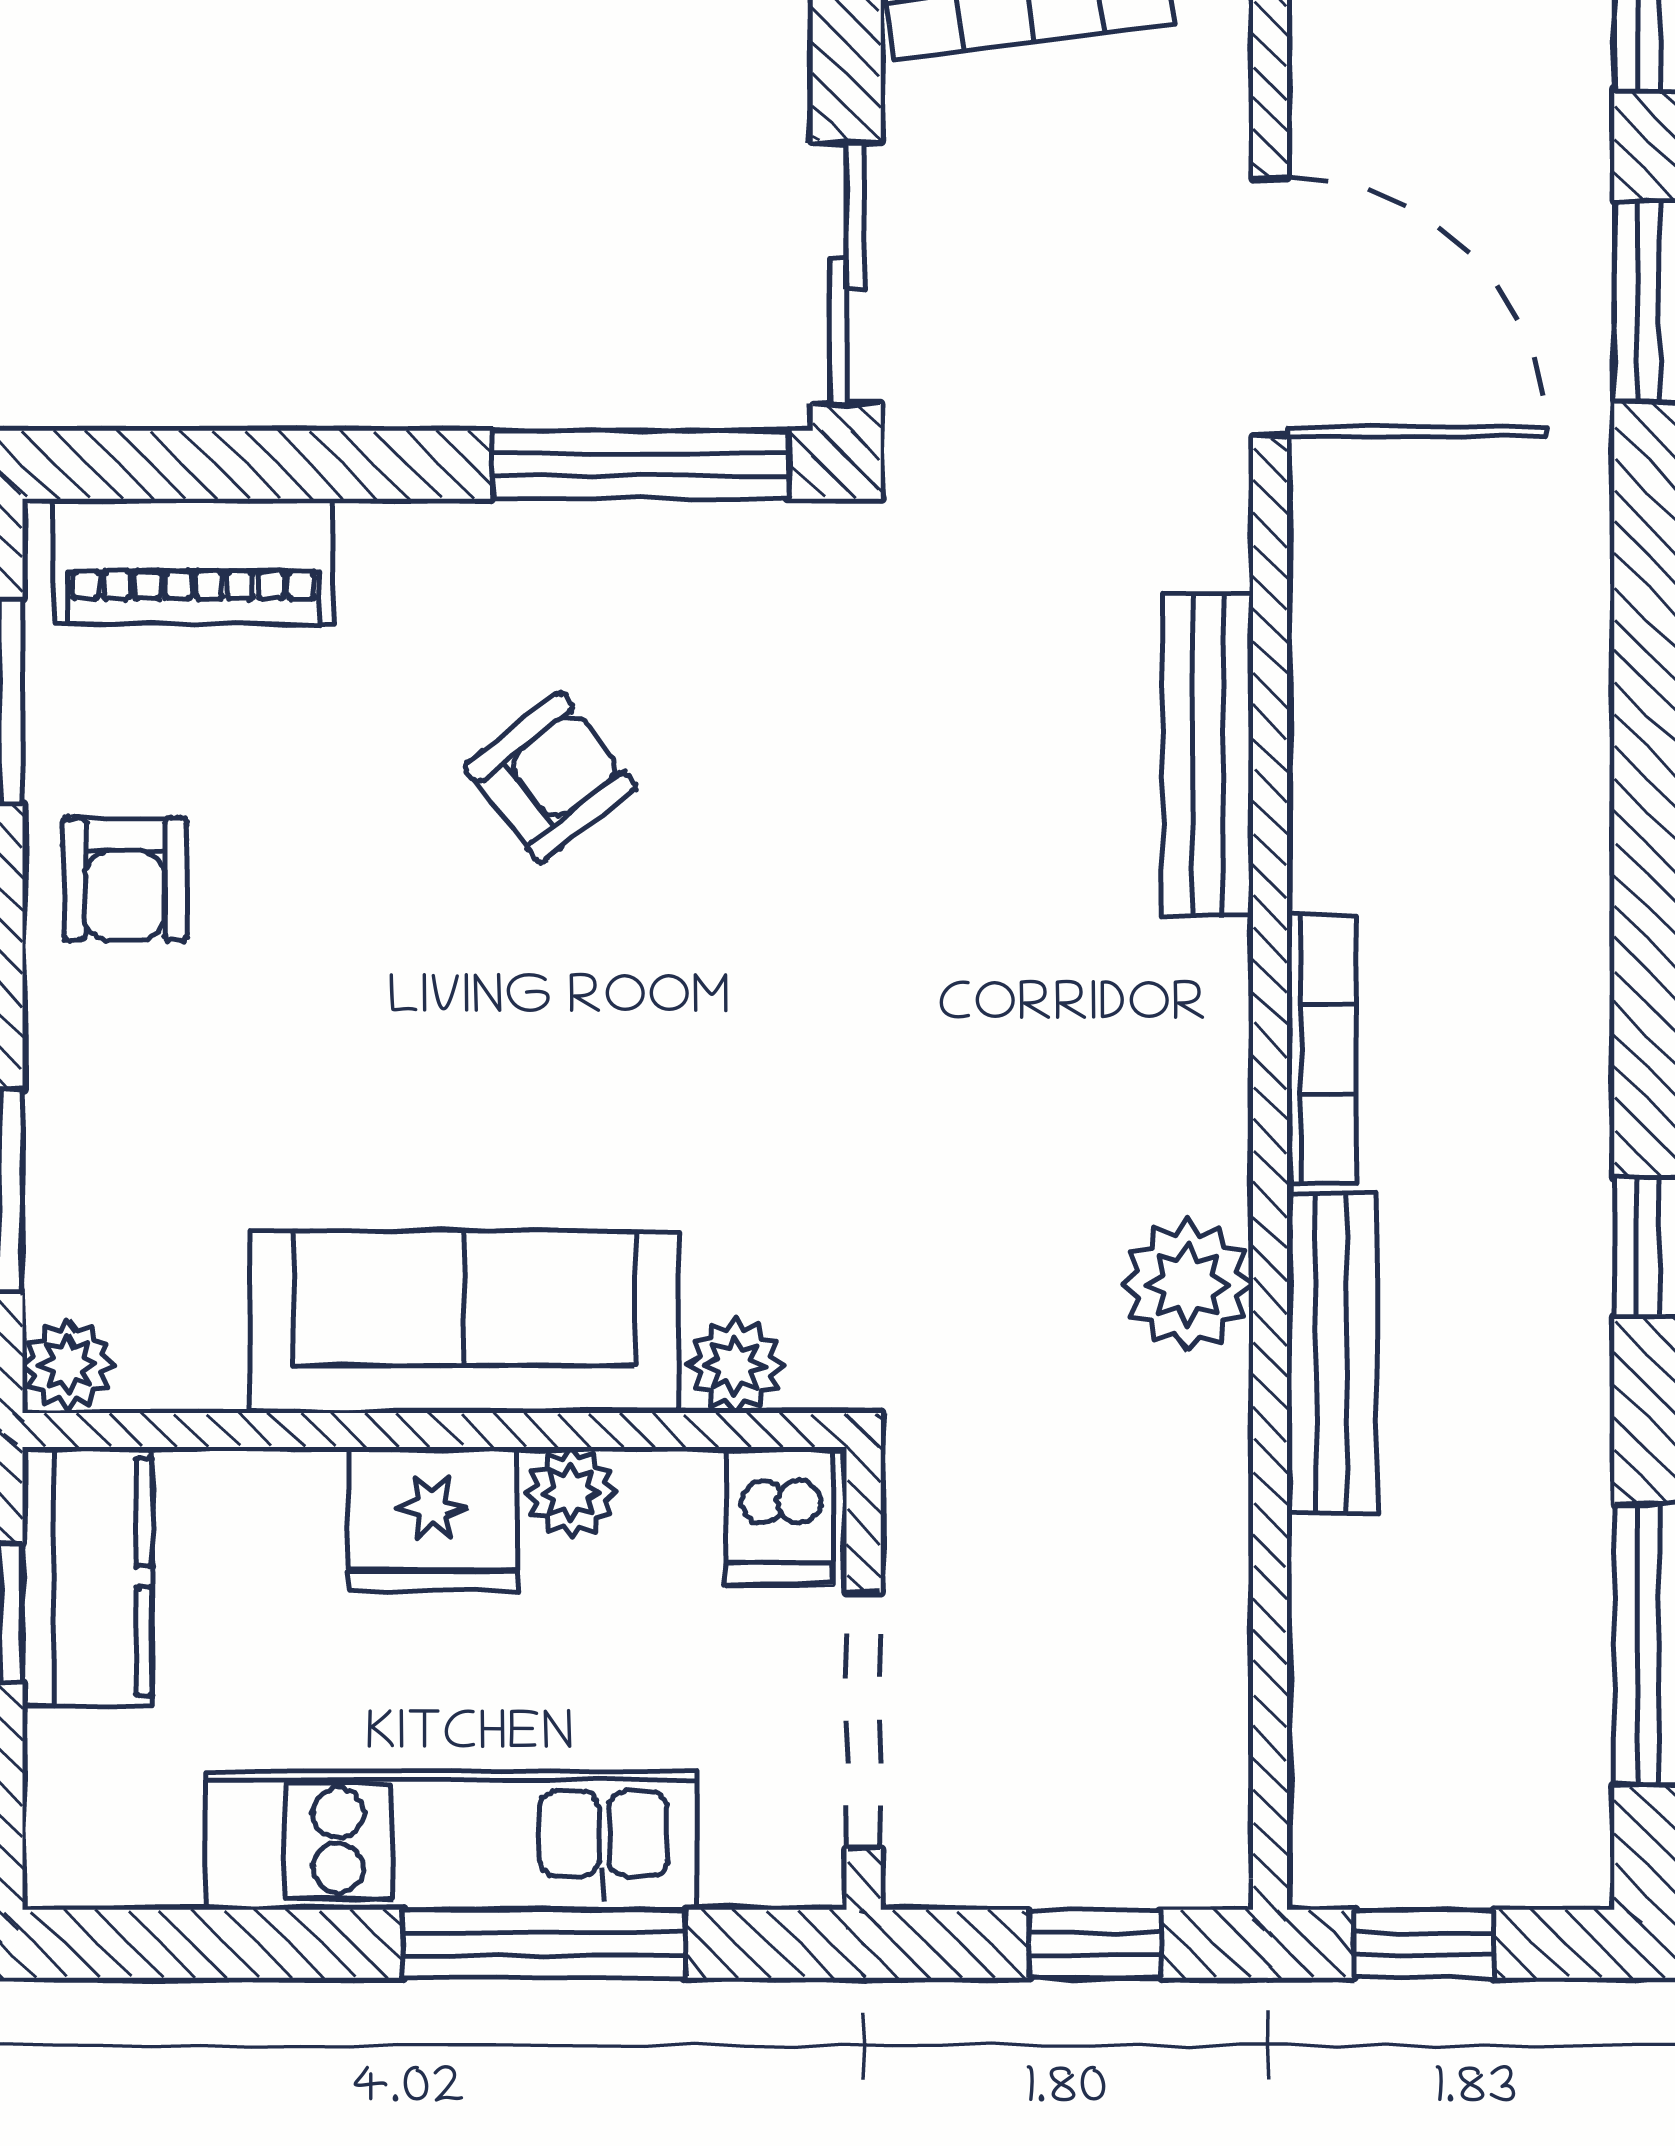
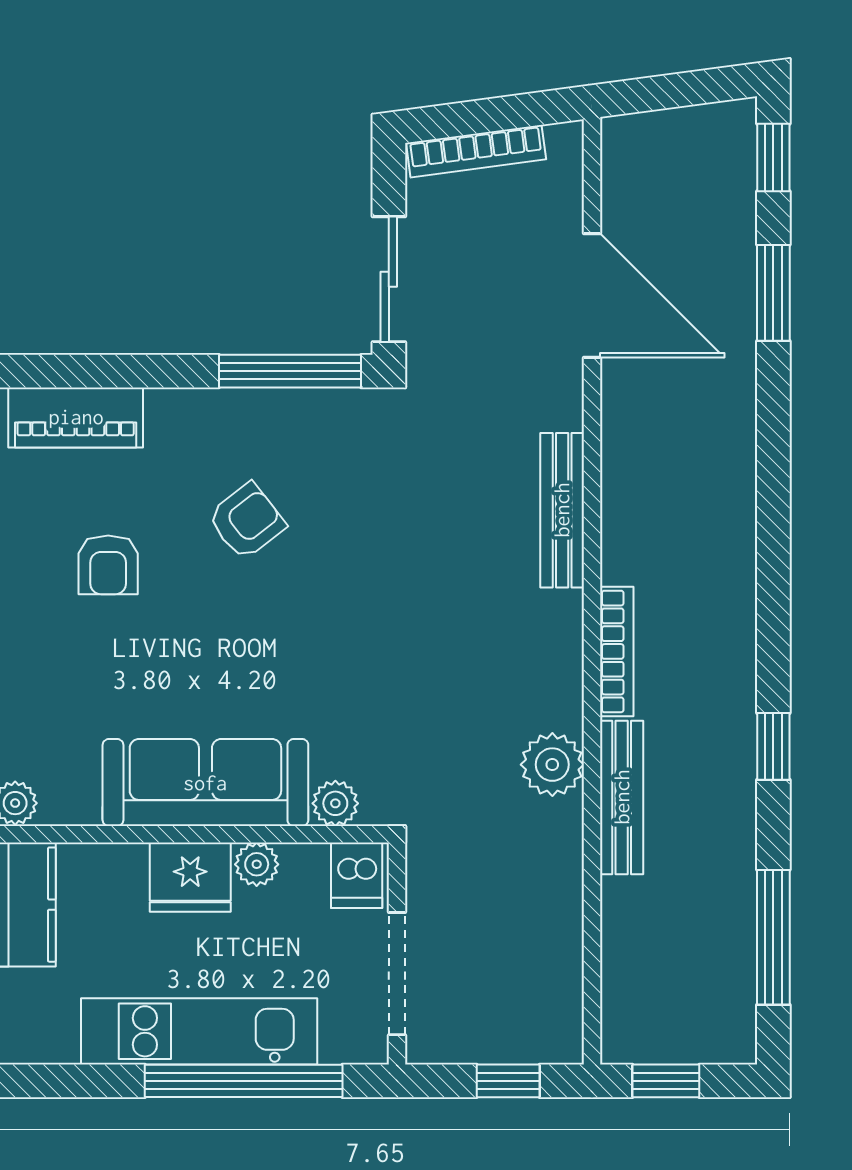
armchair: (125, 879) -> (108, 565), moved
window: (544, 1944) -> (244, 1081), width x1.46

